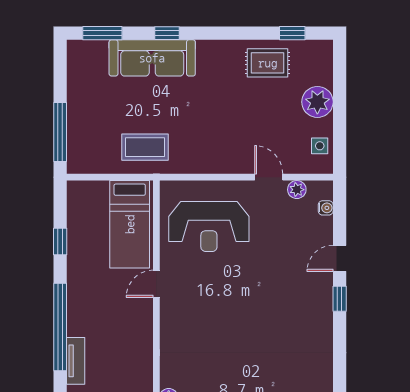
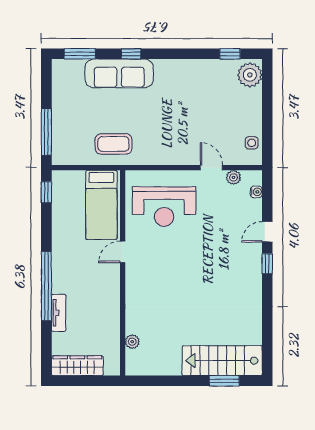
rug: (268, 63) -> (210, 77), removed
plant: (317, 102) -> (250, 75), moved
window: (60, 242) -> (46, 192), moved

